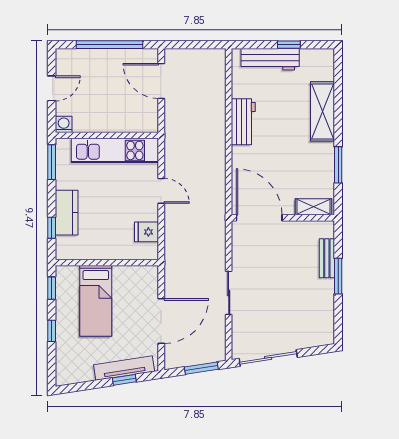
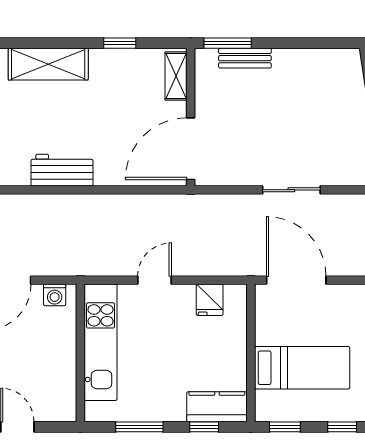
washing machine: (64, 124) -> (55, 295), moved, turned -90
window: (52, 162) -> (139, 427), moved
window: (338, 165) -> (120, 43), width x0.67
kitchen counter: (67, 213) -> (217, 407), moved
window: (338, 276) -> (228, 43), moved
door: (161, 321) -> (296, 280), moved

